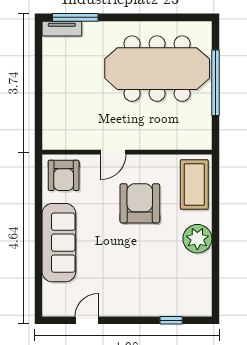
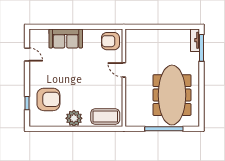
armchair: (140, 203) -> (48, 99), moved
sofa: (59, 243) -> (66, 38), width x0.73

